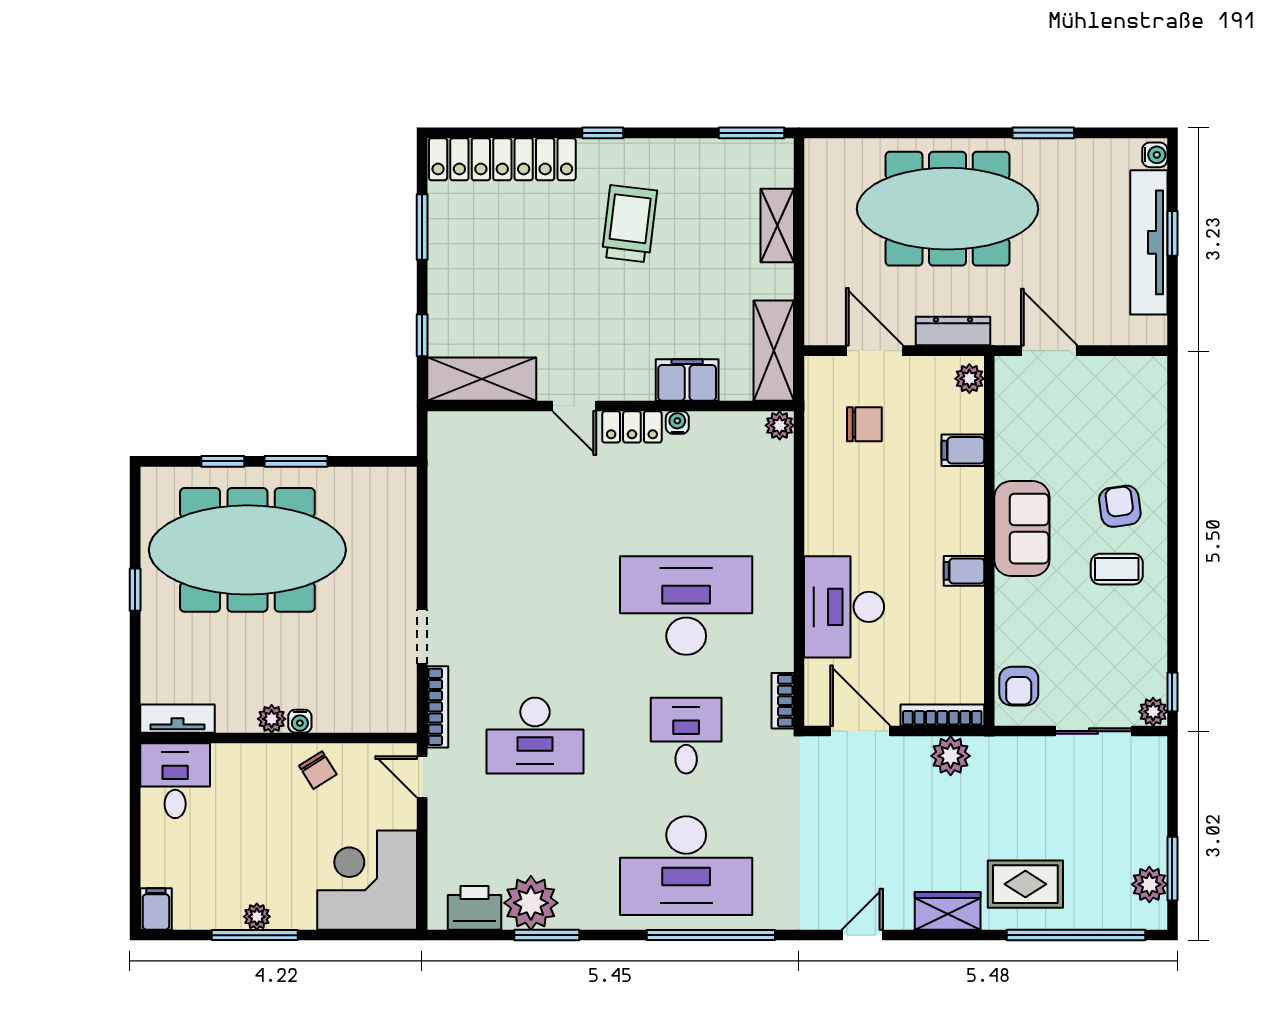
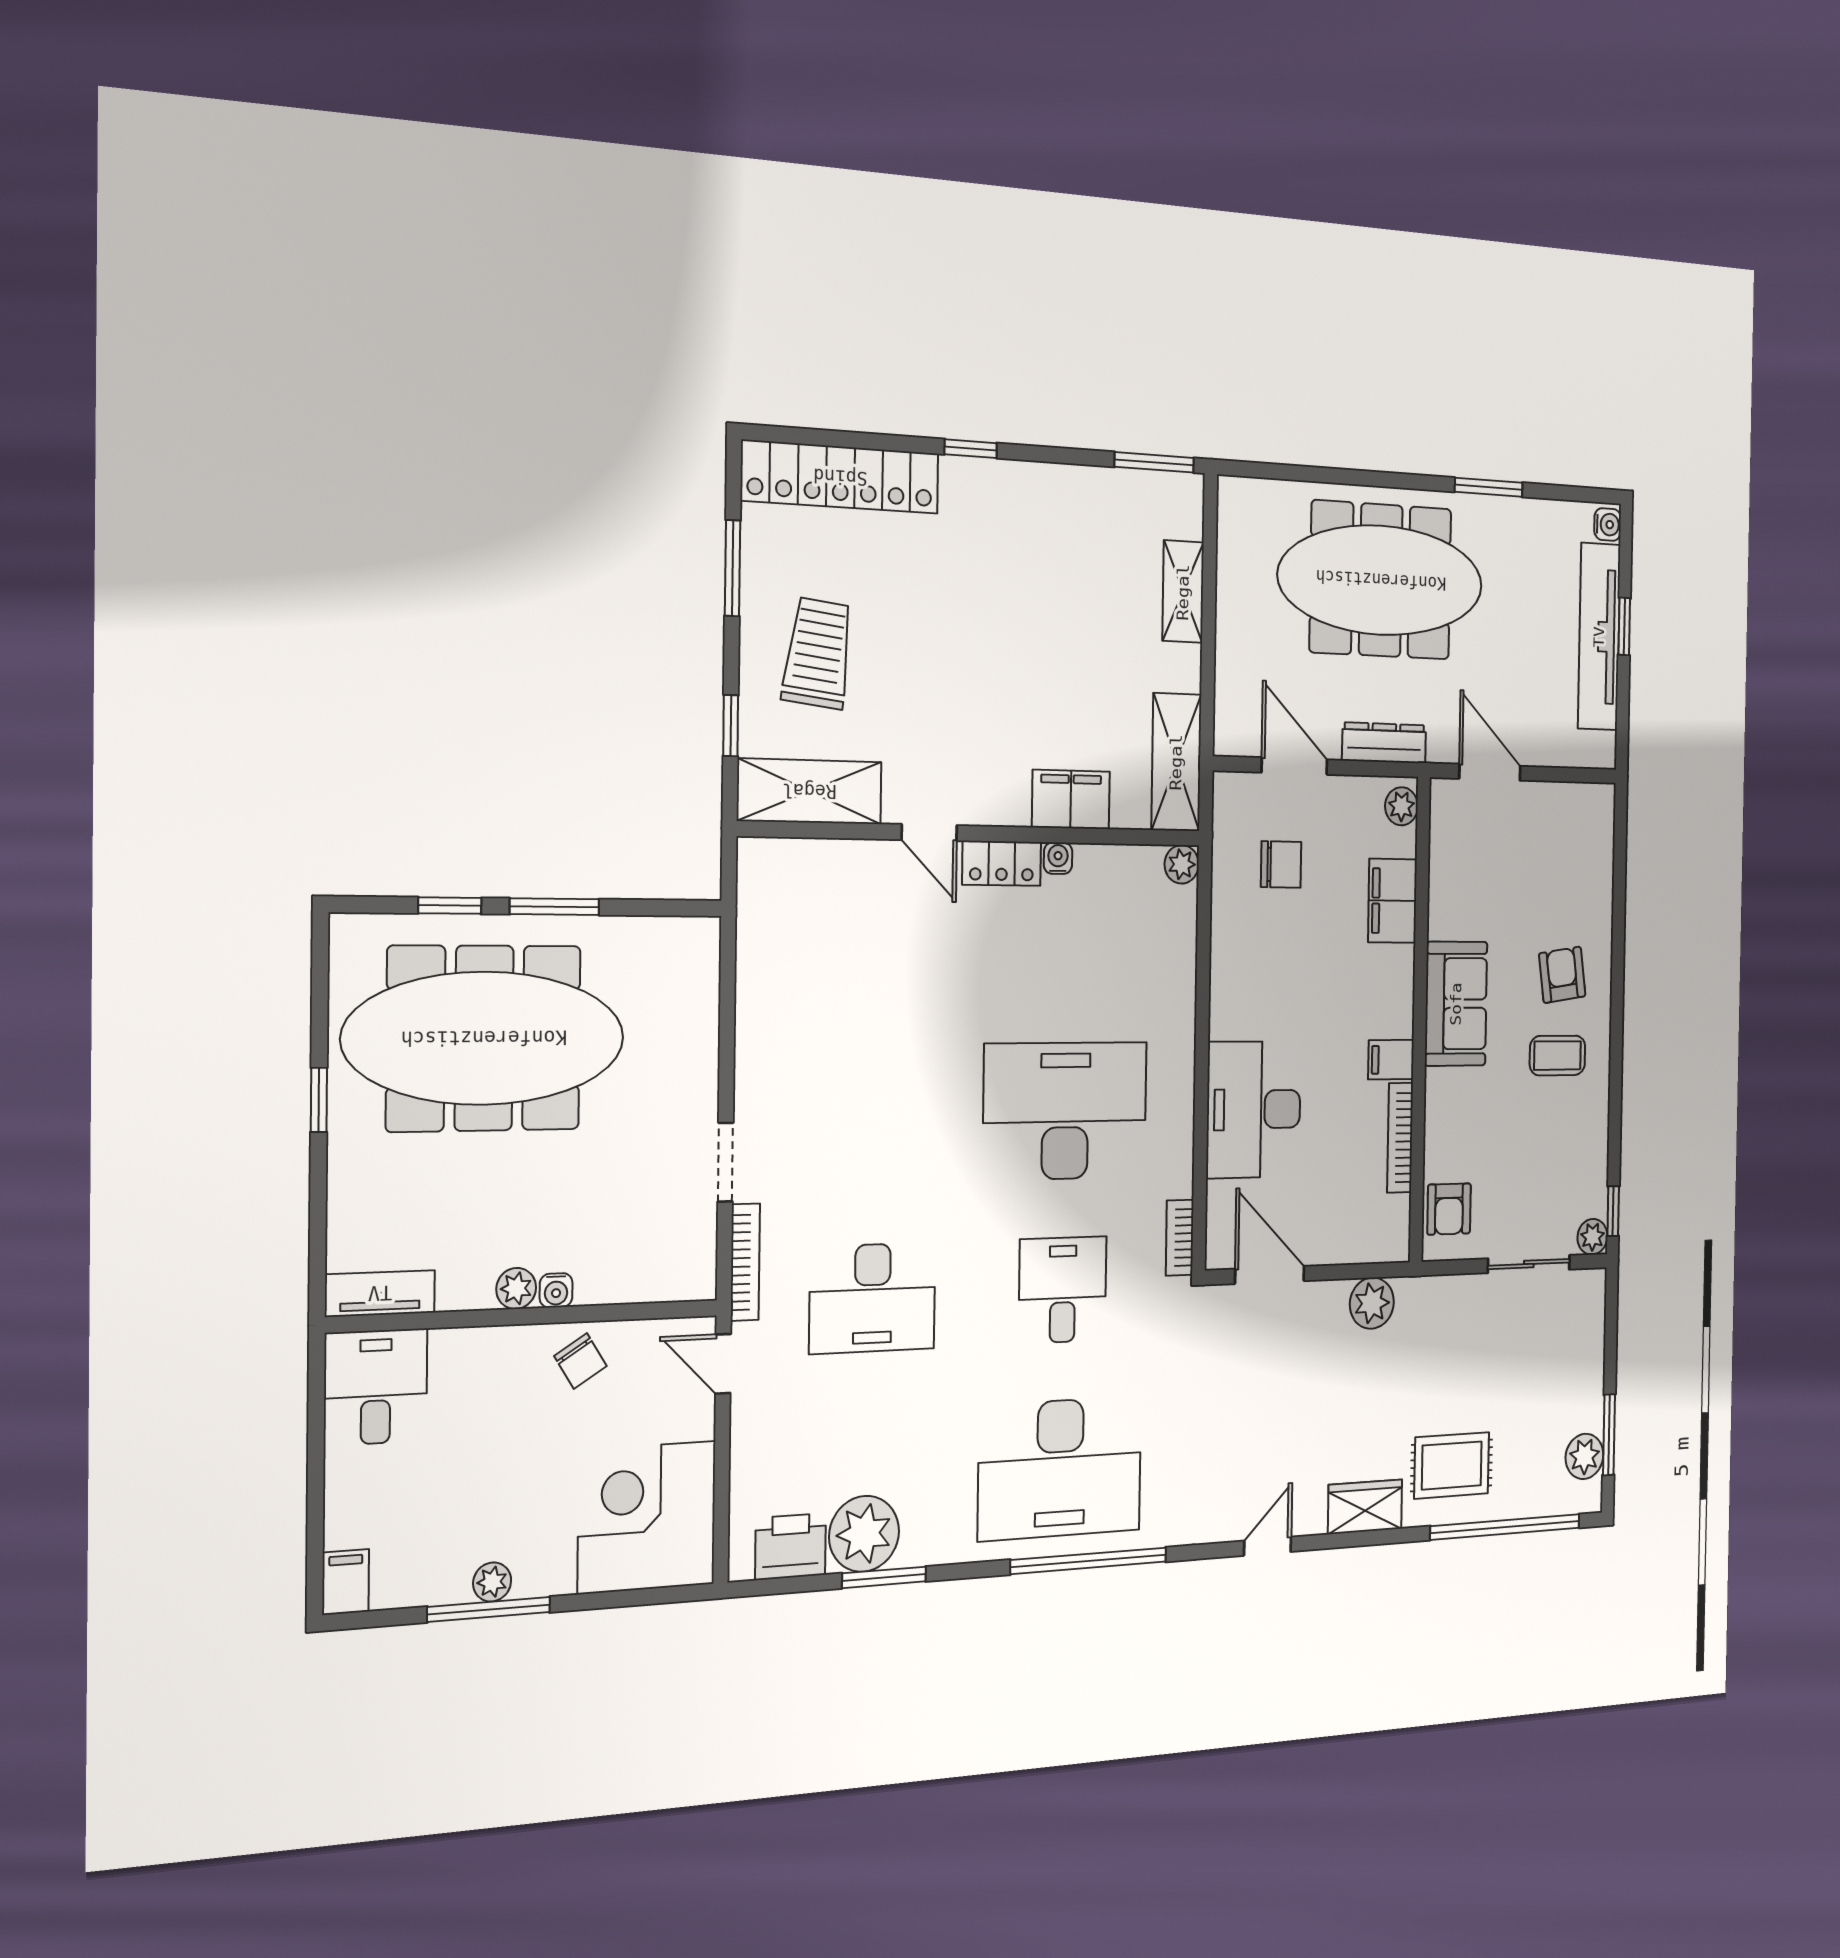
trolley: (629, 224) -> (818, 653), moved
filing cabinet: (963, 450) -> (1392, 901), width x2.00
bookcase: (942, 715) -> (1400, 1138), moved, turned -90

